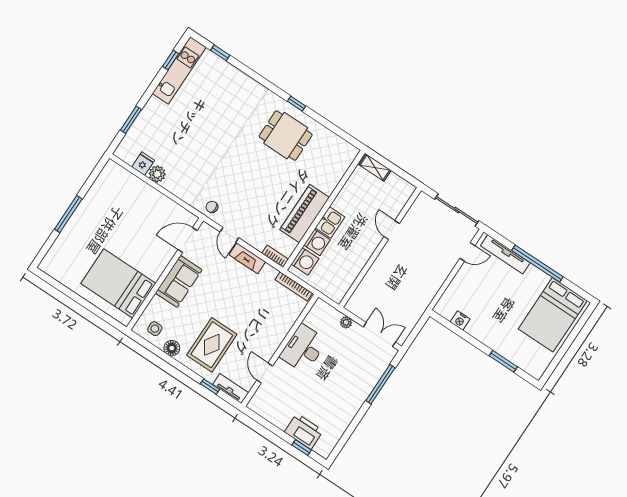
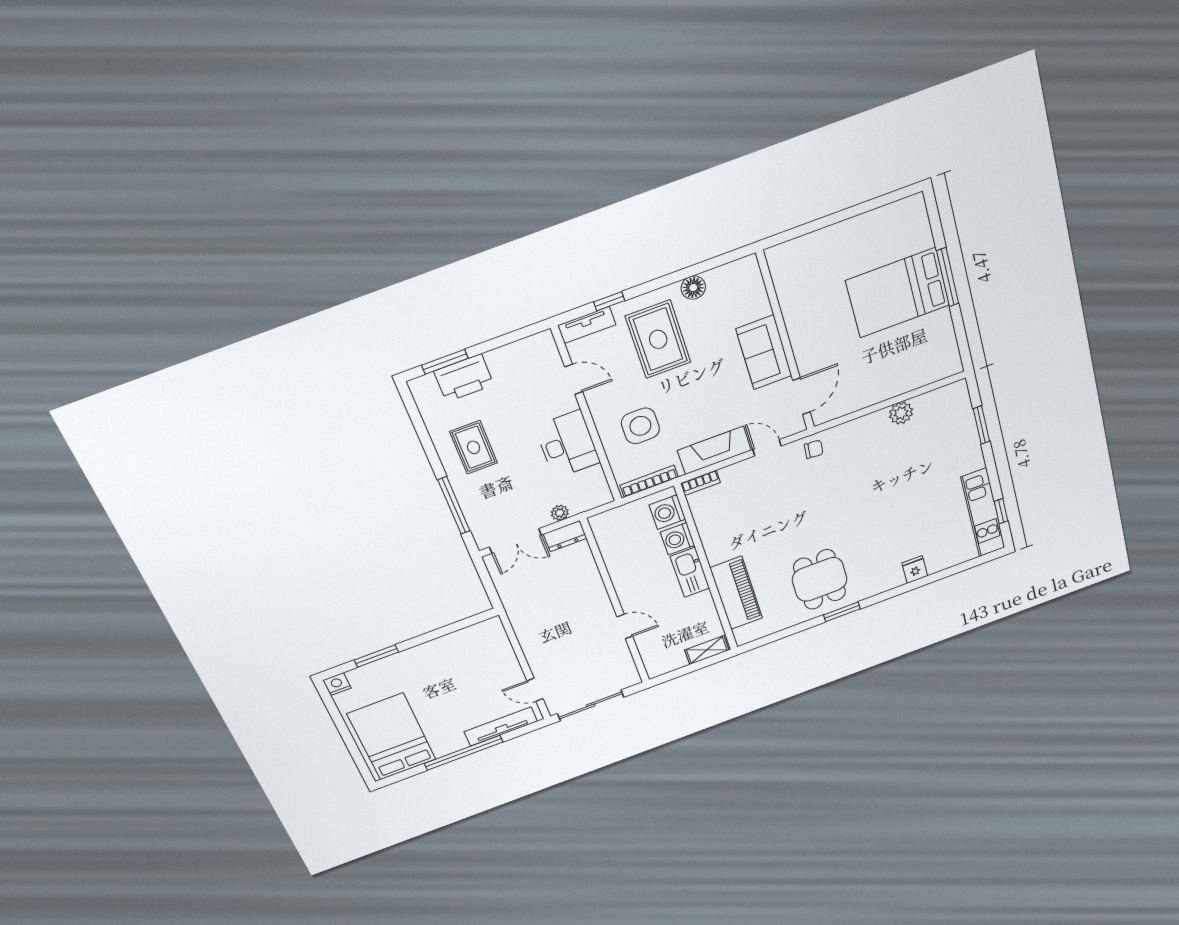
window: (220, 53) -> (961, 567), removed
window: (297, 104) -> (842, 612), width x1.50
dining table: (286, 136) -> (820, 579), turned 90
fridge: (143, 164) -> (915, 570), moved, turned 180
piano: (305, 214) -> (736, 593), moved
kitchen sink: (330, 222) -> (690, 572), width x1.38
door: (467, 252) -> (535, 690), hinge flipped
fireplace: (247, 258) -> (714, 450), width x1.37, depth x1.32
bed: (118, 283) -> (898, 293), moved, turned 180
dresser: (358, 309) -> (565, 536), added
nightstand: (460, 321) -> (337, 684), moved
side table: (155, 329) -> (640, 426), moved, width x1.87, depth x1.87
rug: (339, 398) -> (474, 447), added
window: (302, 447) -> (445, 362), width x1.50

